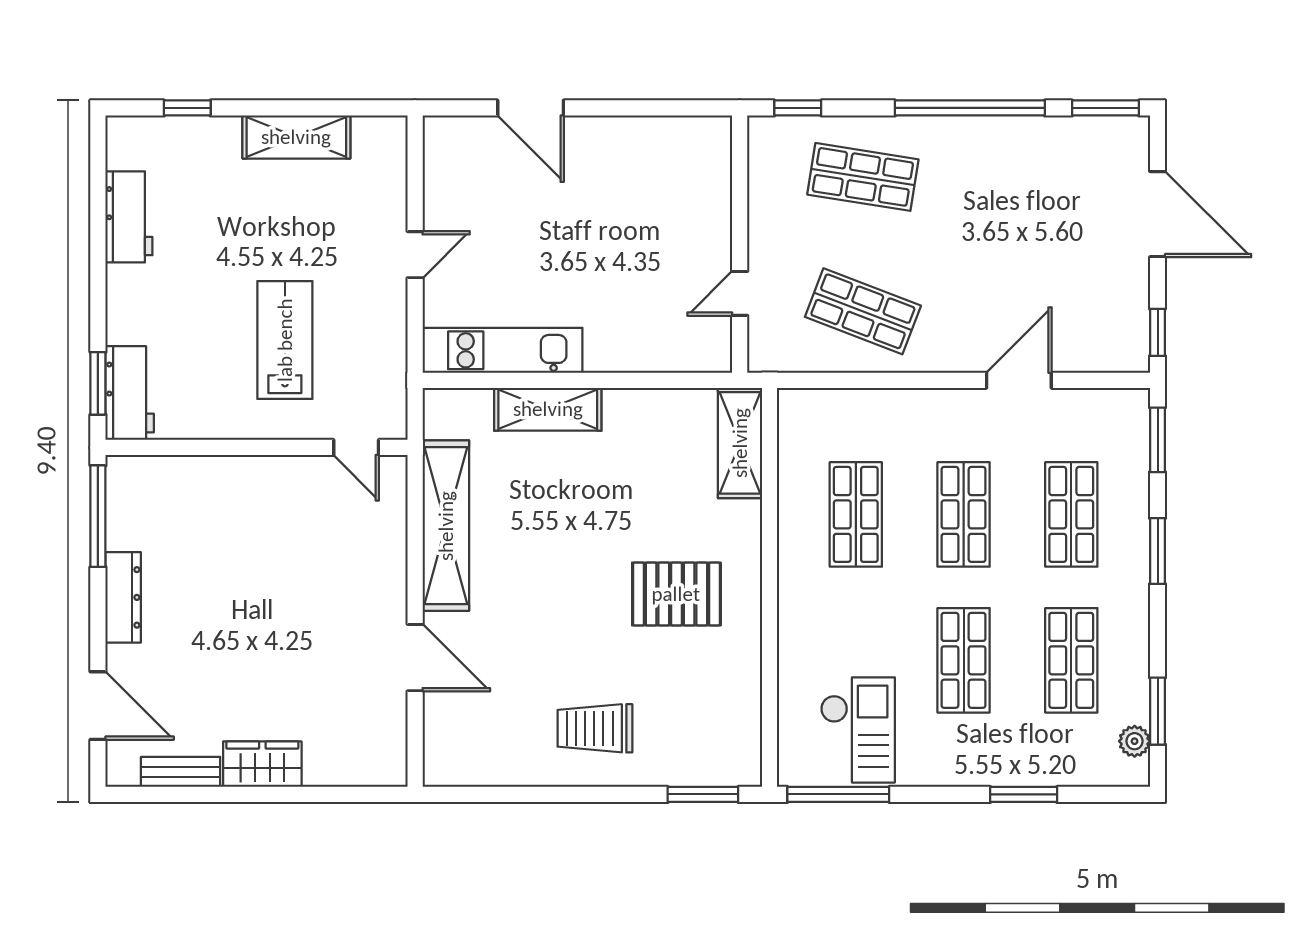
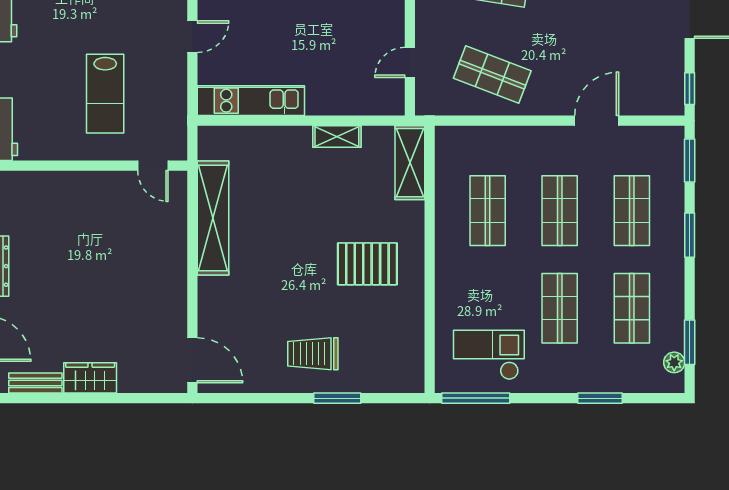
lab bench: (285, 340) -> (105, 94), turned 180
shelving: (548, 409) -> (337, 136), moved, width x0.67, depth x0.75
door: (415, 658) -> (192, 360), moved
checkout: (858, 730) -> (489, 355), turned -90
window: (703, 794) -> (337, 398), moved

